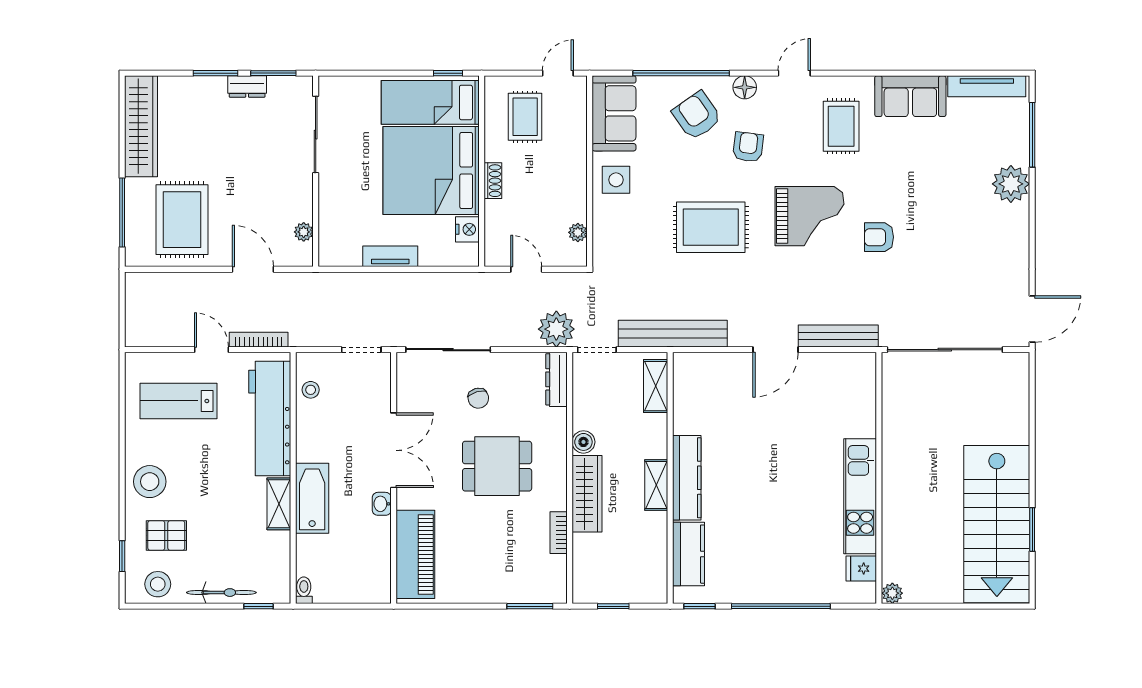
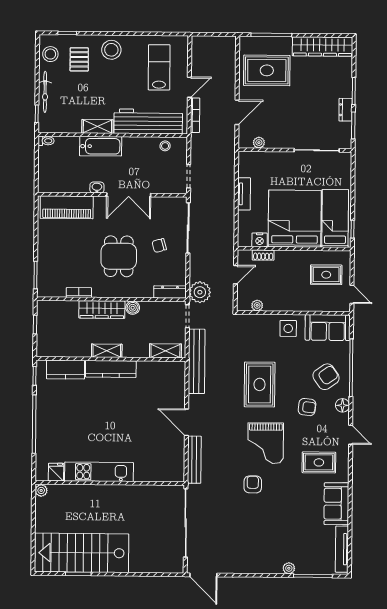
shoe rack: (493, 181) -> (263, 255), moved
plant: (1011, 184) -> (289, 568), width x0.53, depth x0.53

